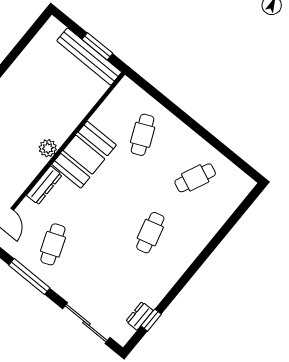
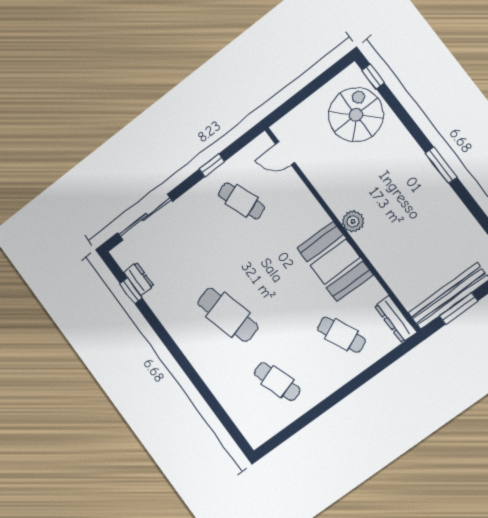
cafe table: (195, 178) -> (277, 382), turned -42
dresser: (44, 185) -> (396, 319), moved
cafe table: (150, 233) -> (228, 315), width x1.37, depth x1.35
window: (29, 277) -> (212, 165), width x0.46

